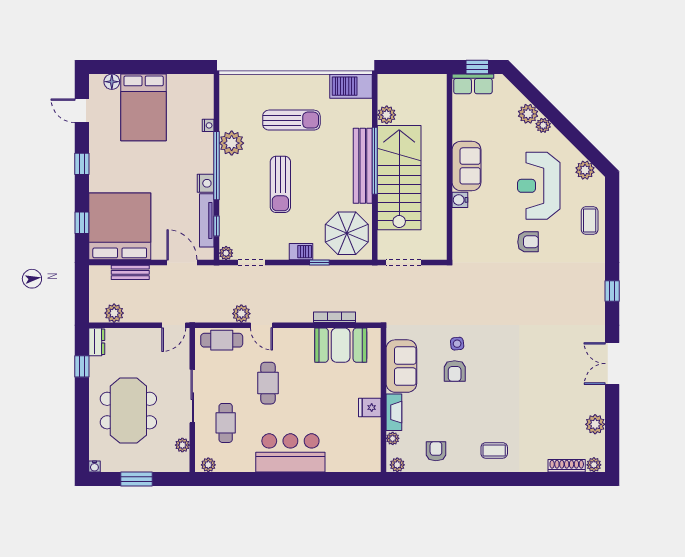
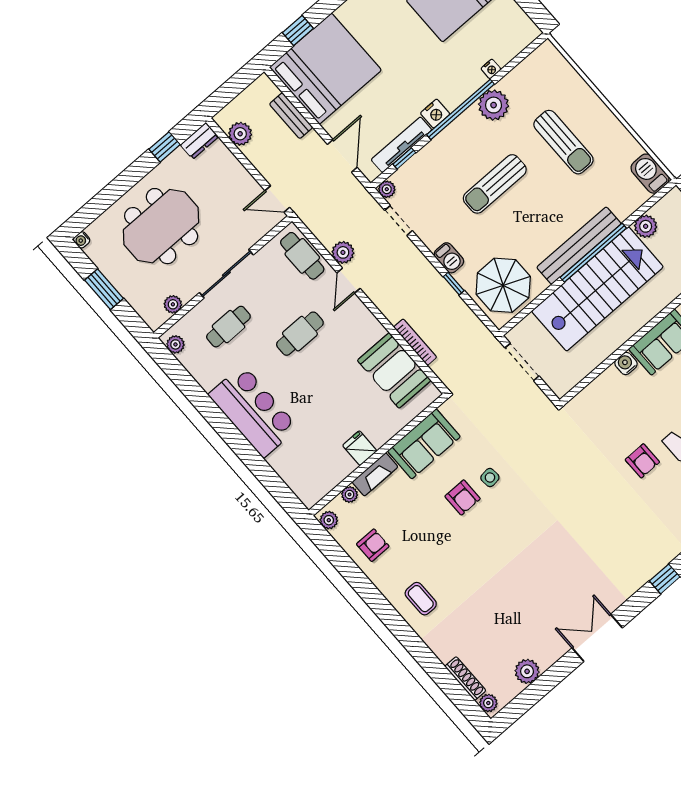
barbecue: (351, 86) -> (650, 174), width x0.73, depth x0.83
armchair: (455, 371) -> (463, 497), turned -90

